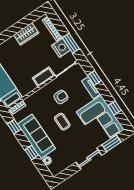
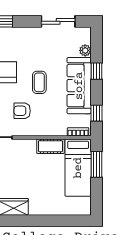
cot: (44, 77) -> (50, 146), moved
sliding door: (89, 159) -> (58, 21), moved

